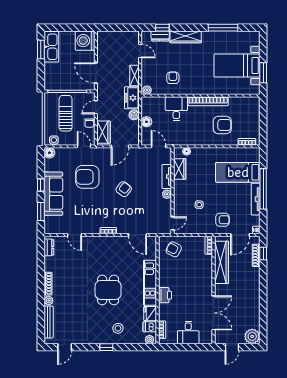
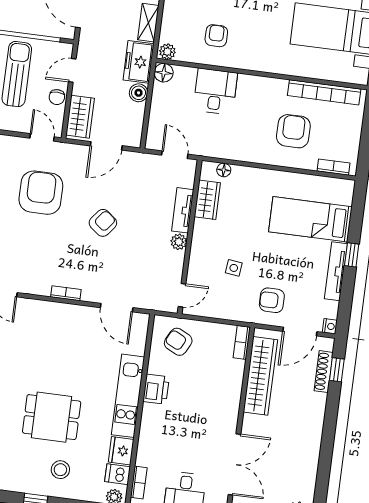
bookcase: (208, 101) -> (324, 92), moved
floor lamp: (146, 122) -> (164, 73), moved
armchair: (222, 125) -> (293, 131), turned -90
armchair: (87, 177) -> (41, 193), turned 90
window: (263, 189) -> (352, 255), width x0.32
armchair: (222, 220) -> (272, 300), turned 180
dining table: (108, 290) -> (52, 417), moved, turned 90
printer: (165, 295) -> (156, 389), moved

